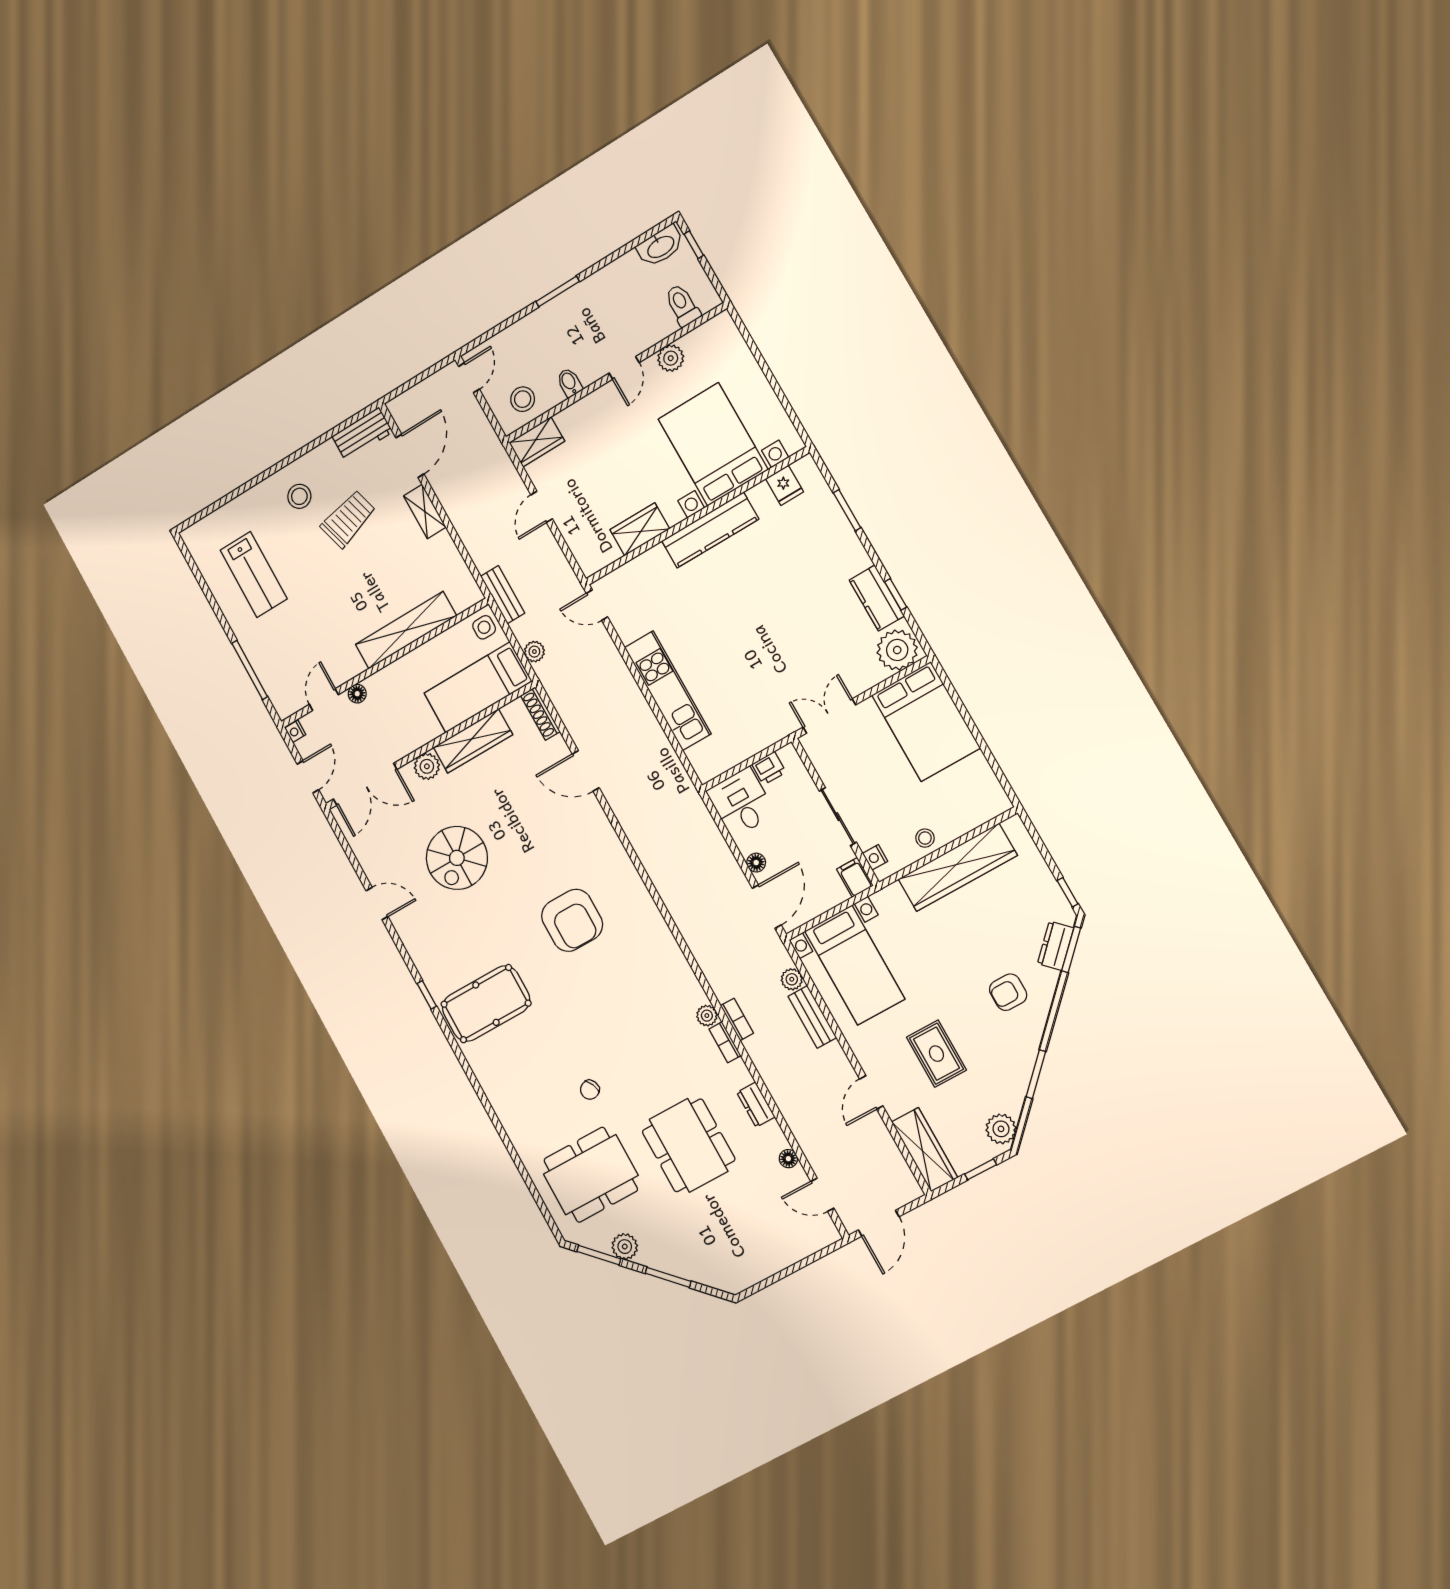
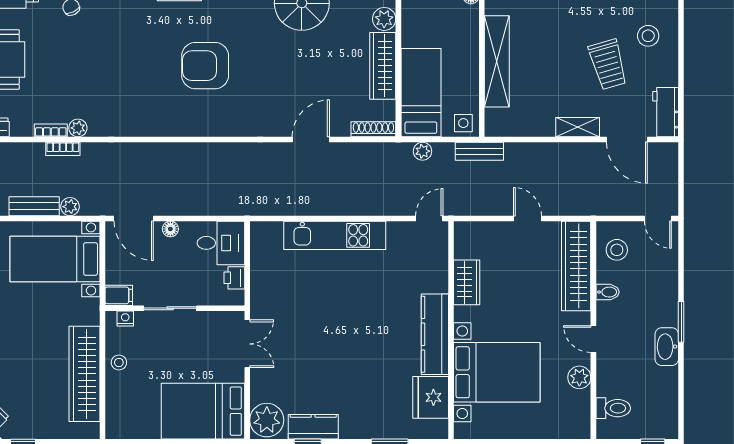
washbasin: (660, 246) -> (667, 347), moved
wardrobe: (537, 442) -> (576, 266), width x2.10, depth x1.17
fridge: (785, 485) -> (431, 397), width x1.88, depth x1.34

